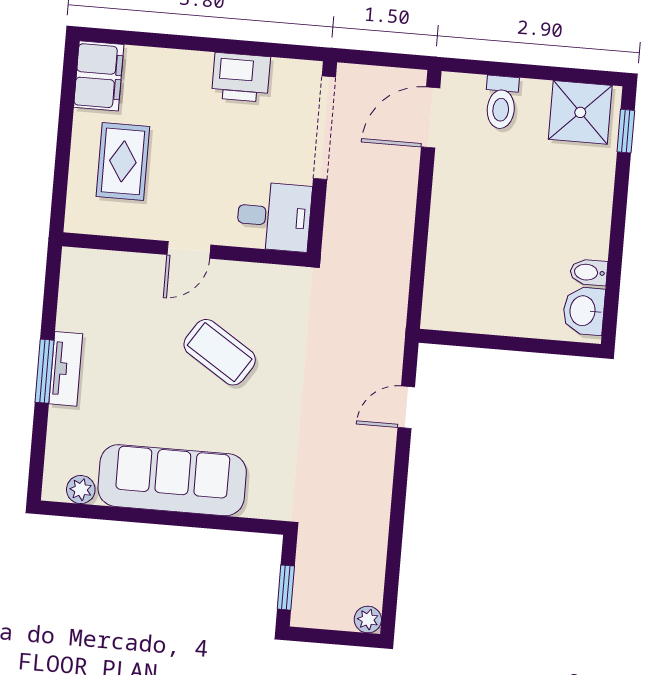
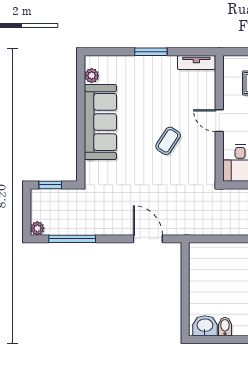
coffee table: (220, 352) -> (168, 141), width x0.73, depth x0.77
tv unit: (66, 369) -> (196, 63), moved
door: (406, 407) -> (148, 239), width x1.38
window: (394, 554) -> (72, 239), added

